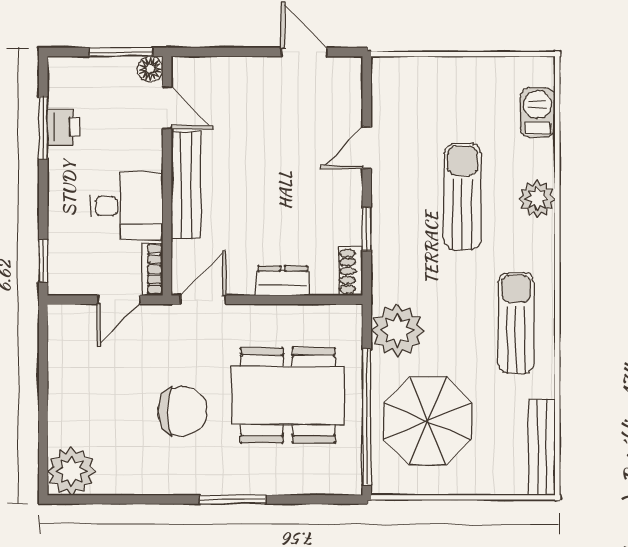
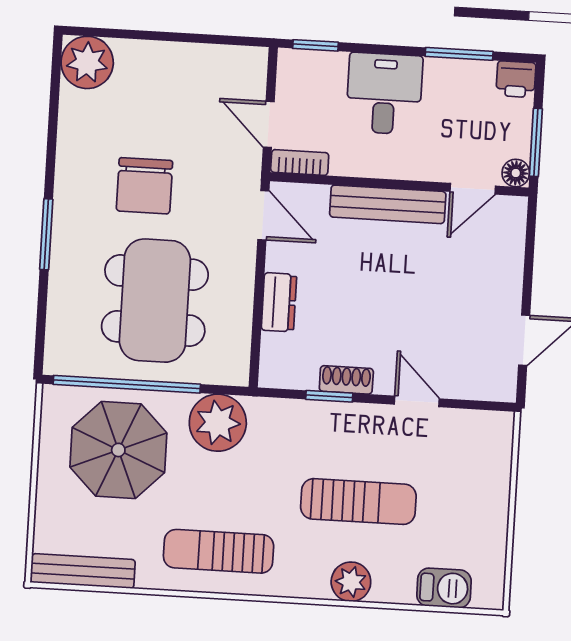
printer: (63, 127) -> (516, 79), moved
desk: (126, 206) -> (384, 94), moved, turned 180
shoe rack: (351, 271) -> (346, 380), moved
sun lounger: (516, 323) -> (219, 551), turned 180

